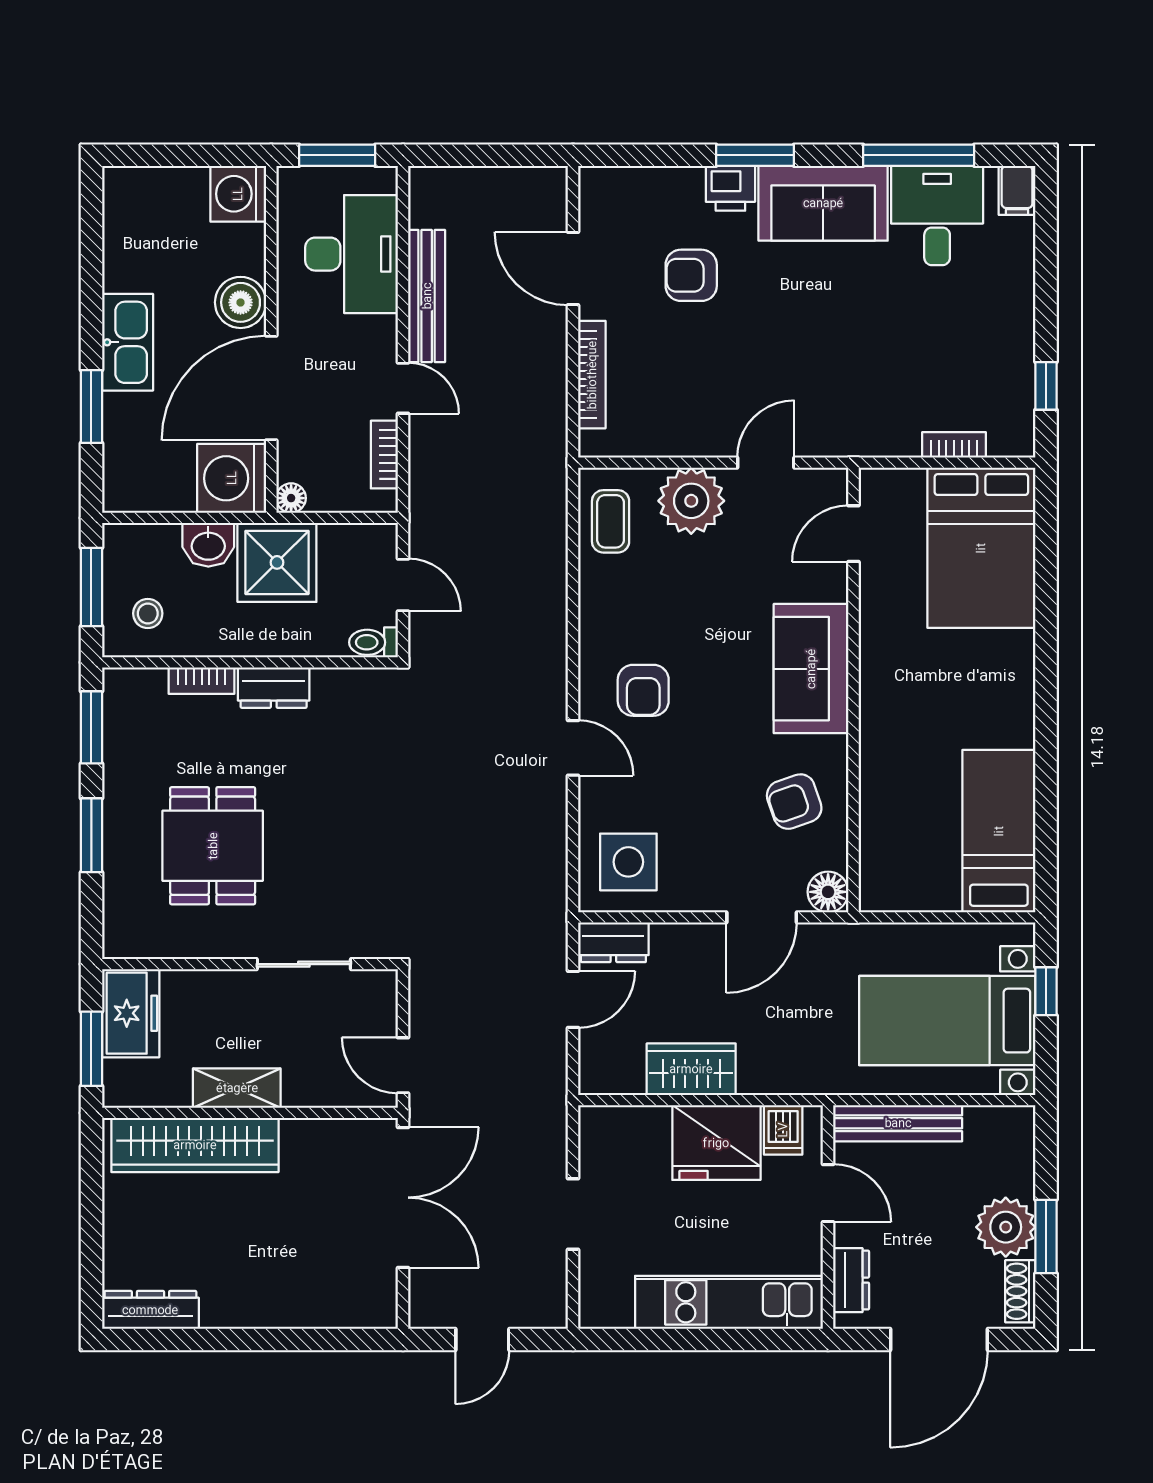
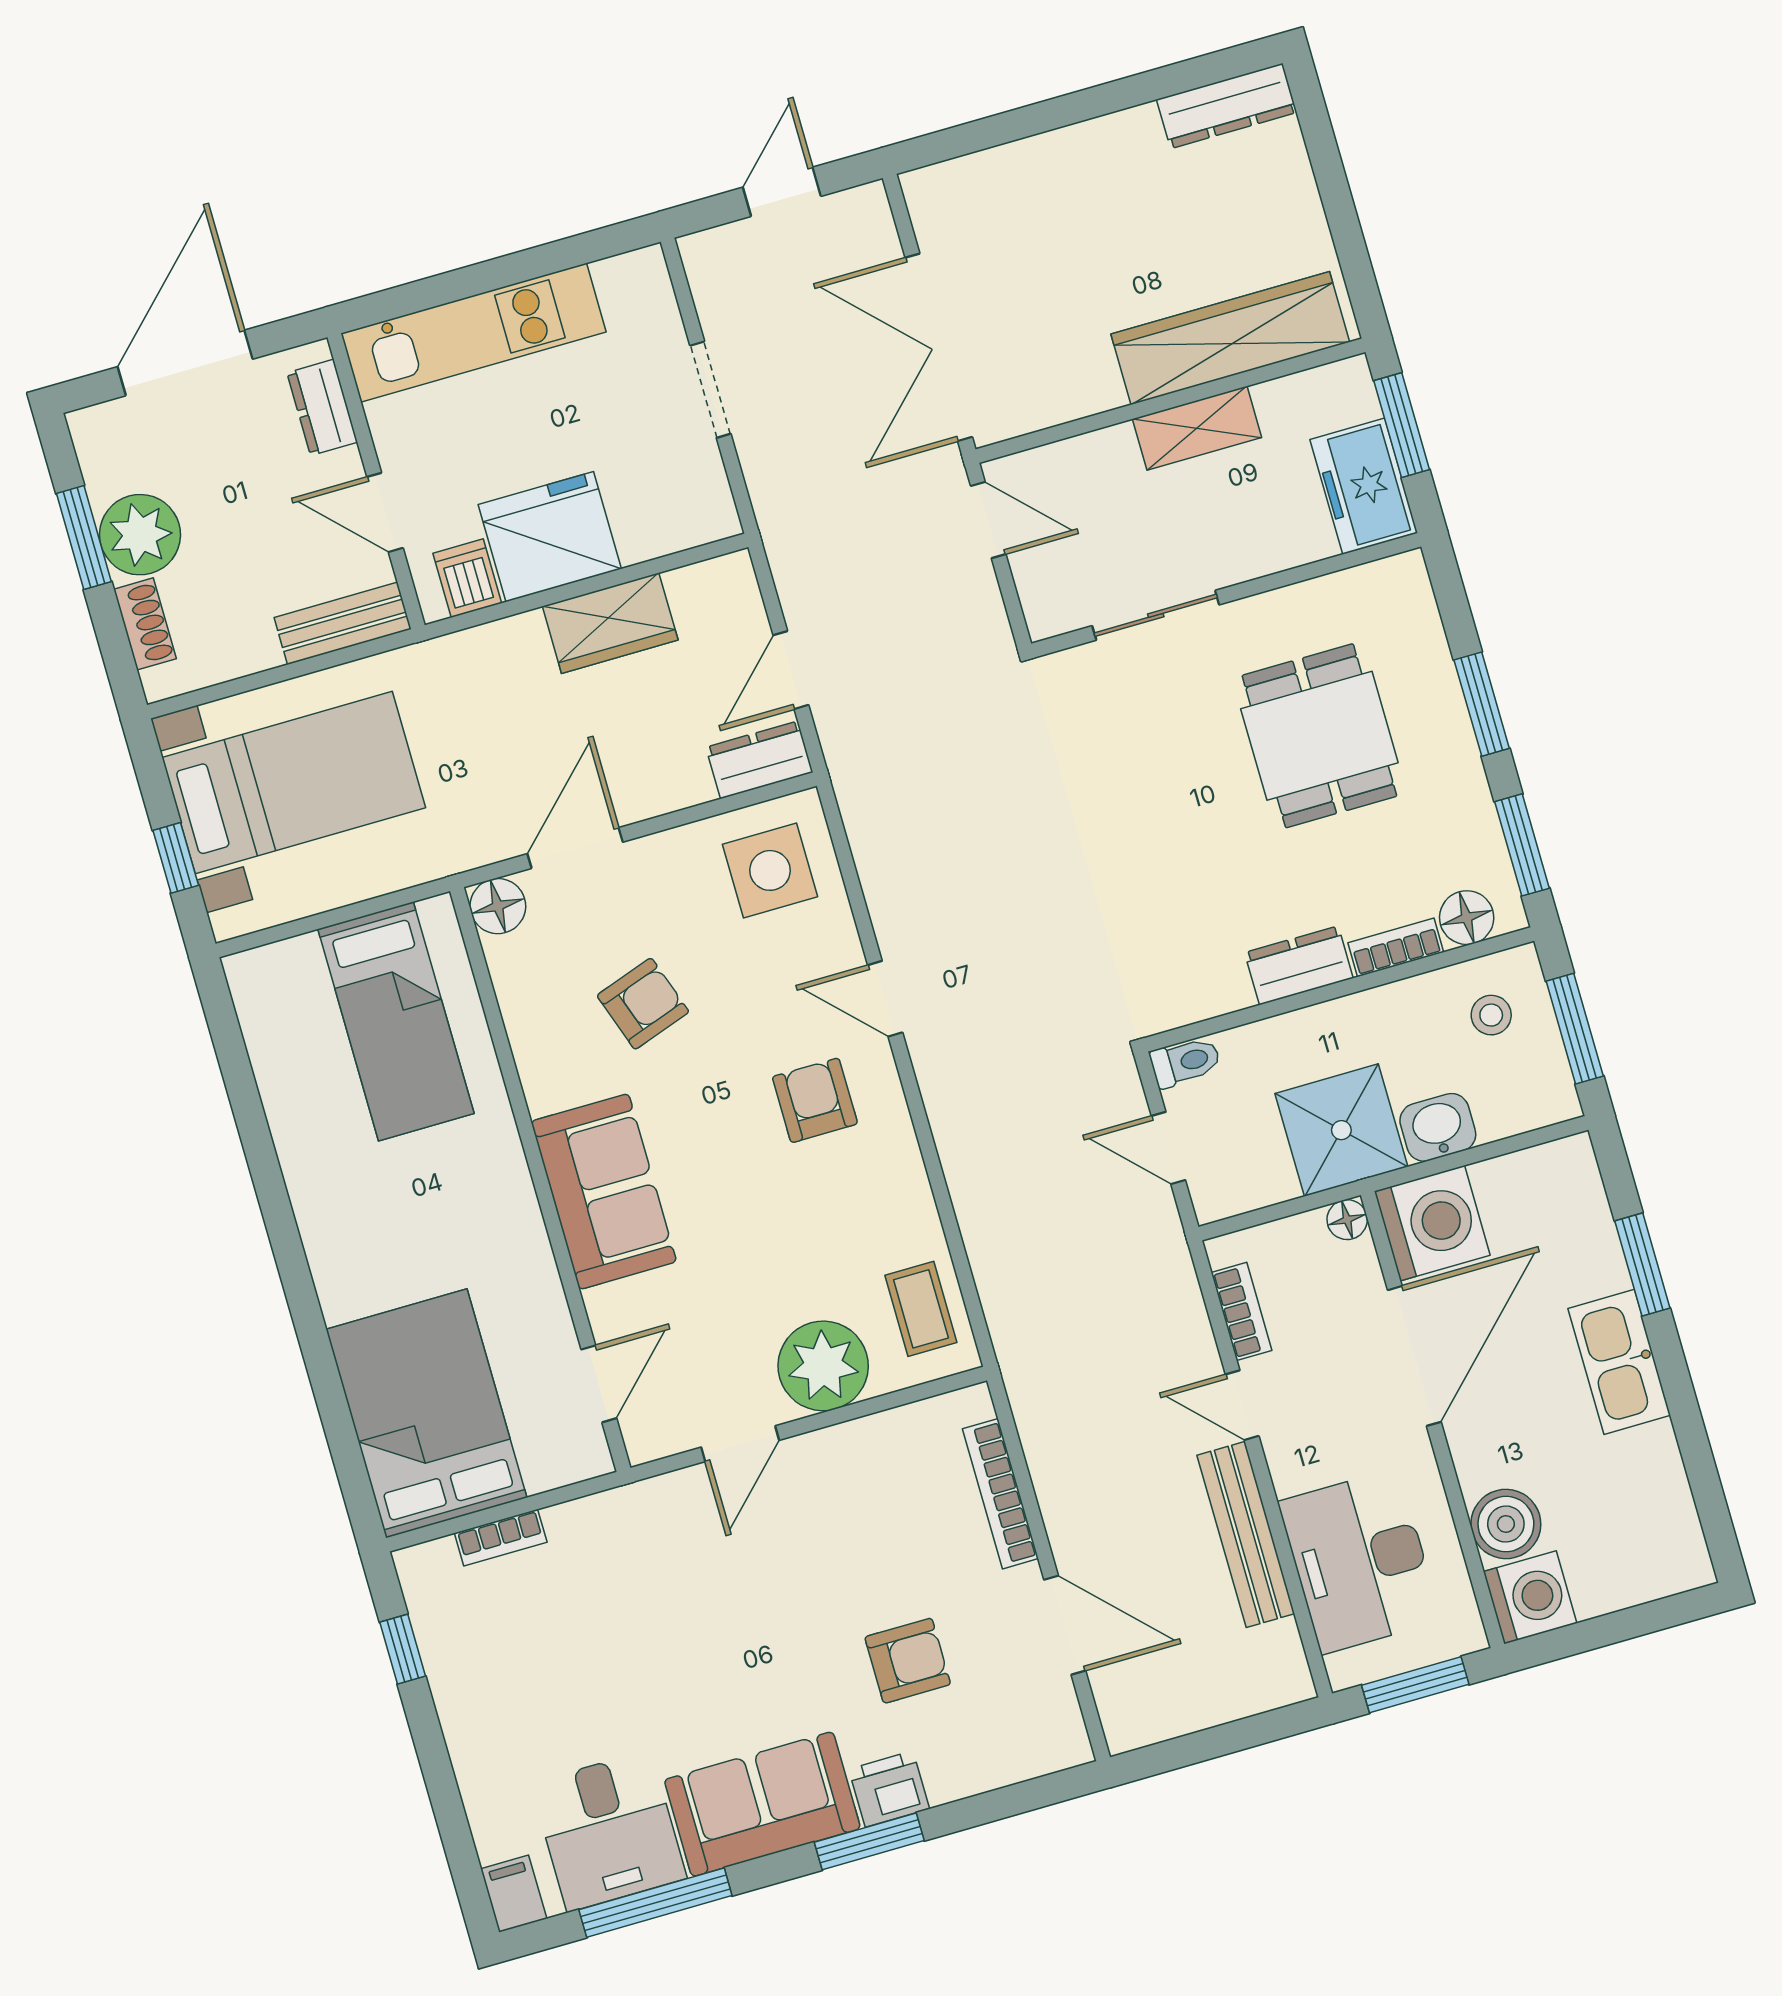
boiler: (241, 302) -> (1506, 1524), moved
floor lamp: (145, 687) -> (1467, 918), added
armchair: (794, 802) -> (643, 1004), moved
bed: (999, 831) -> (396, 1021), moved
bench: (898, 1123) -> (343, 623), width x0.73
shoe rack: (1020, 1291) -> (145, 624), moved

